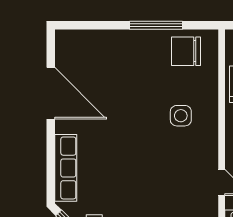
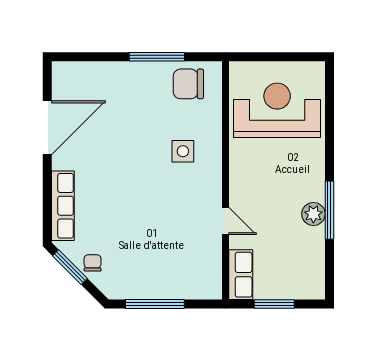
door: (51, 93) -> (47, 128), hinge flipped

